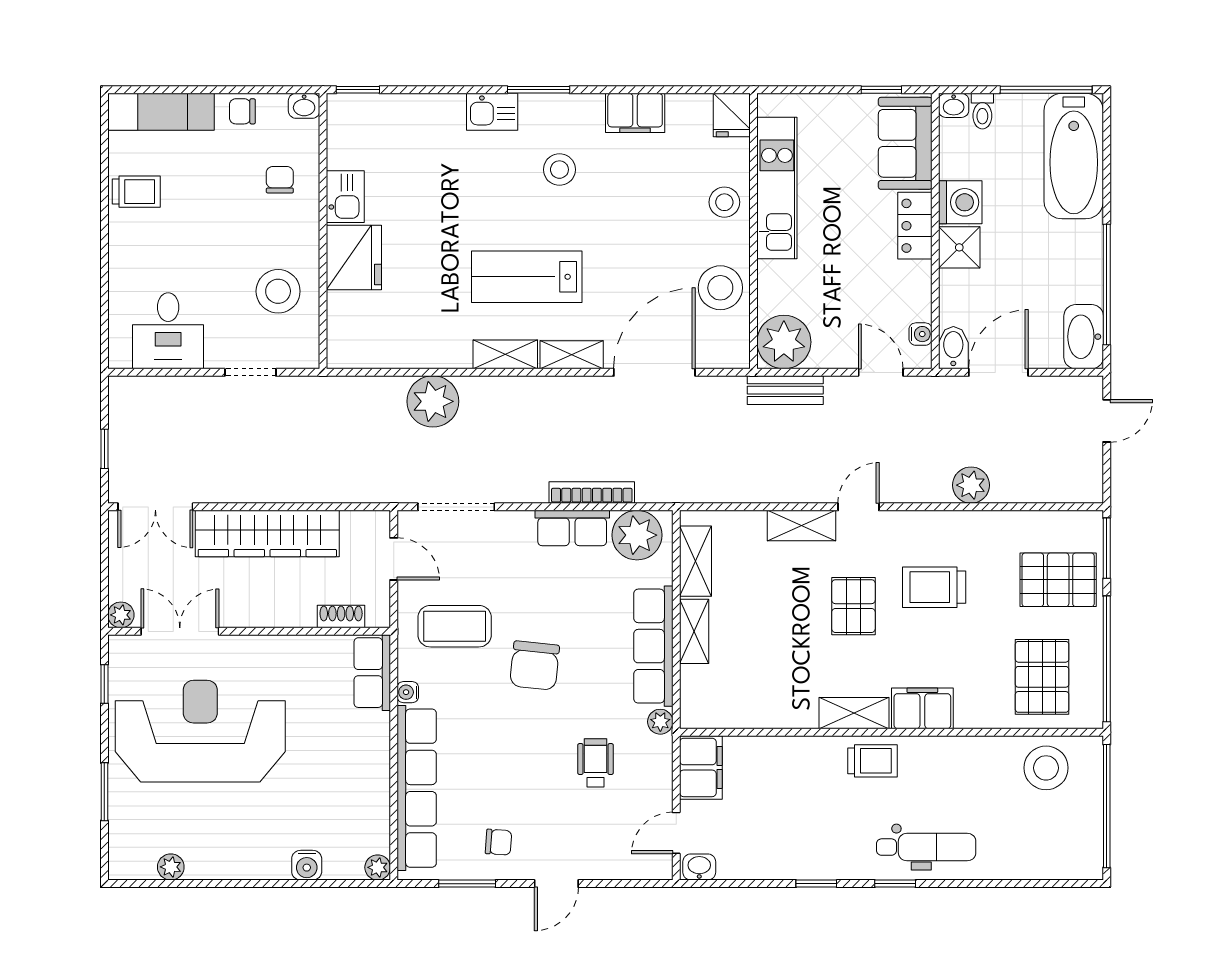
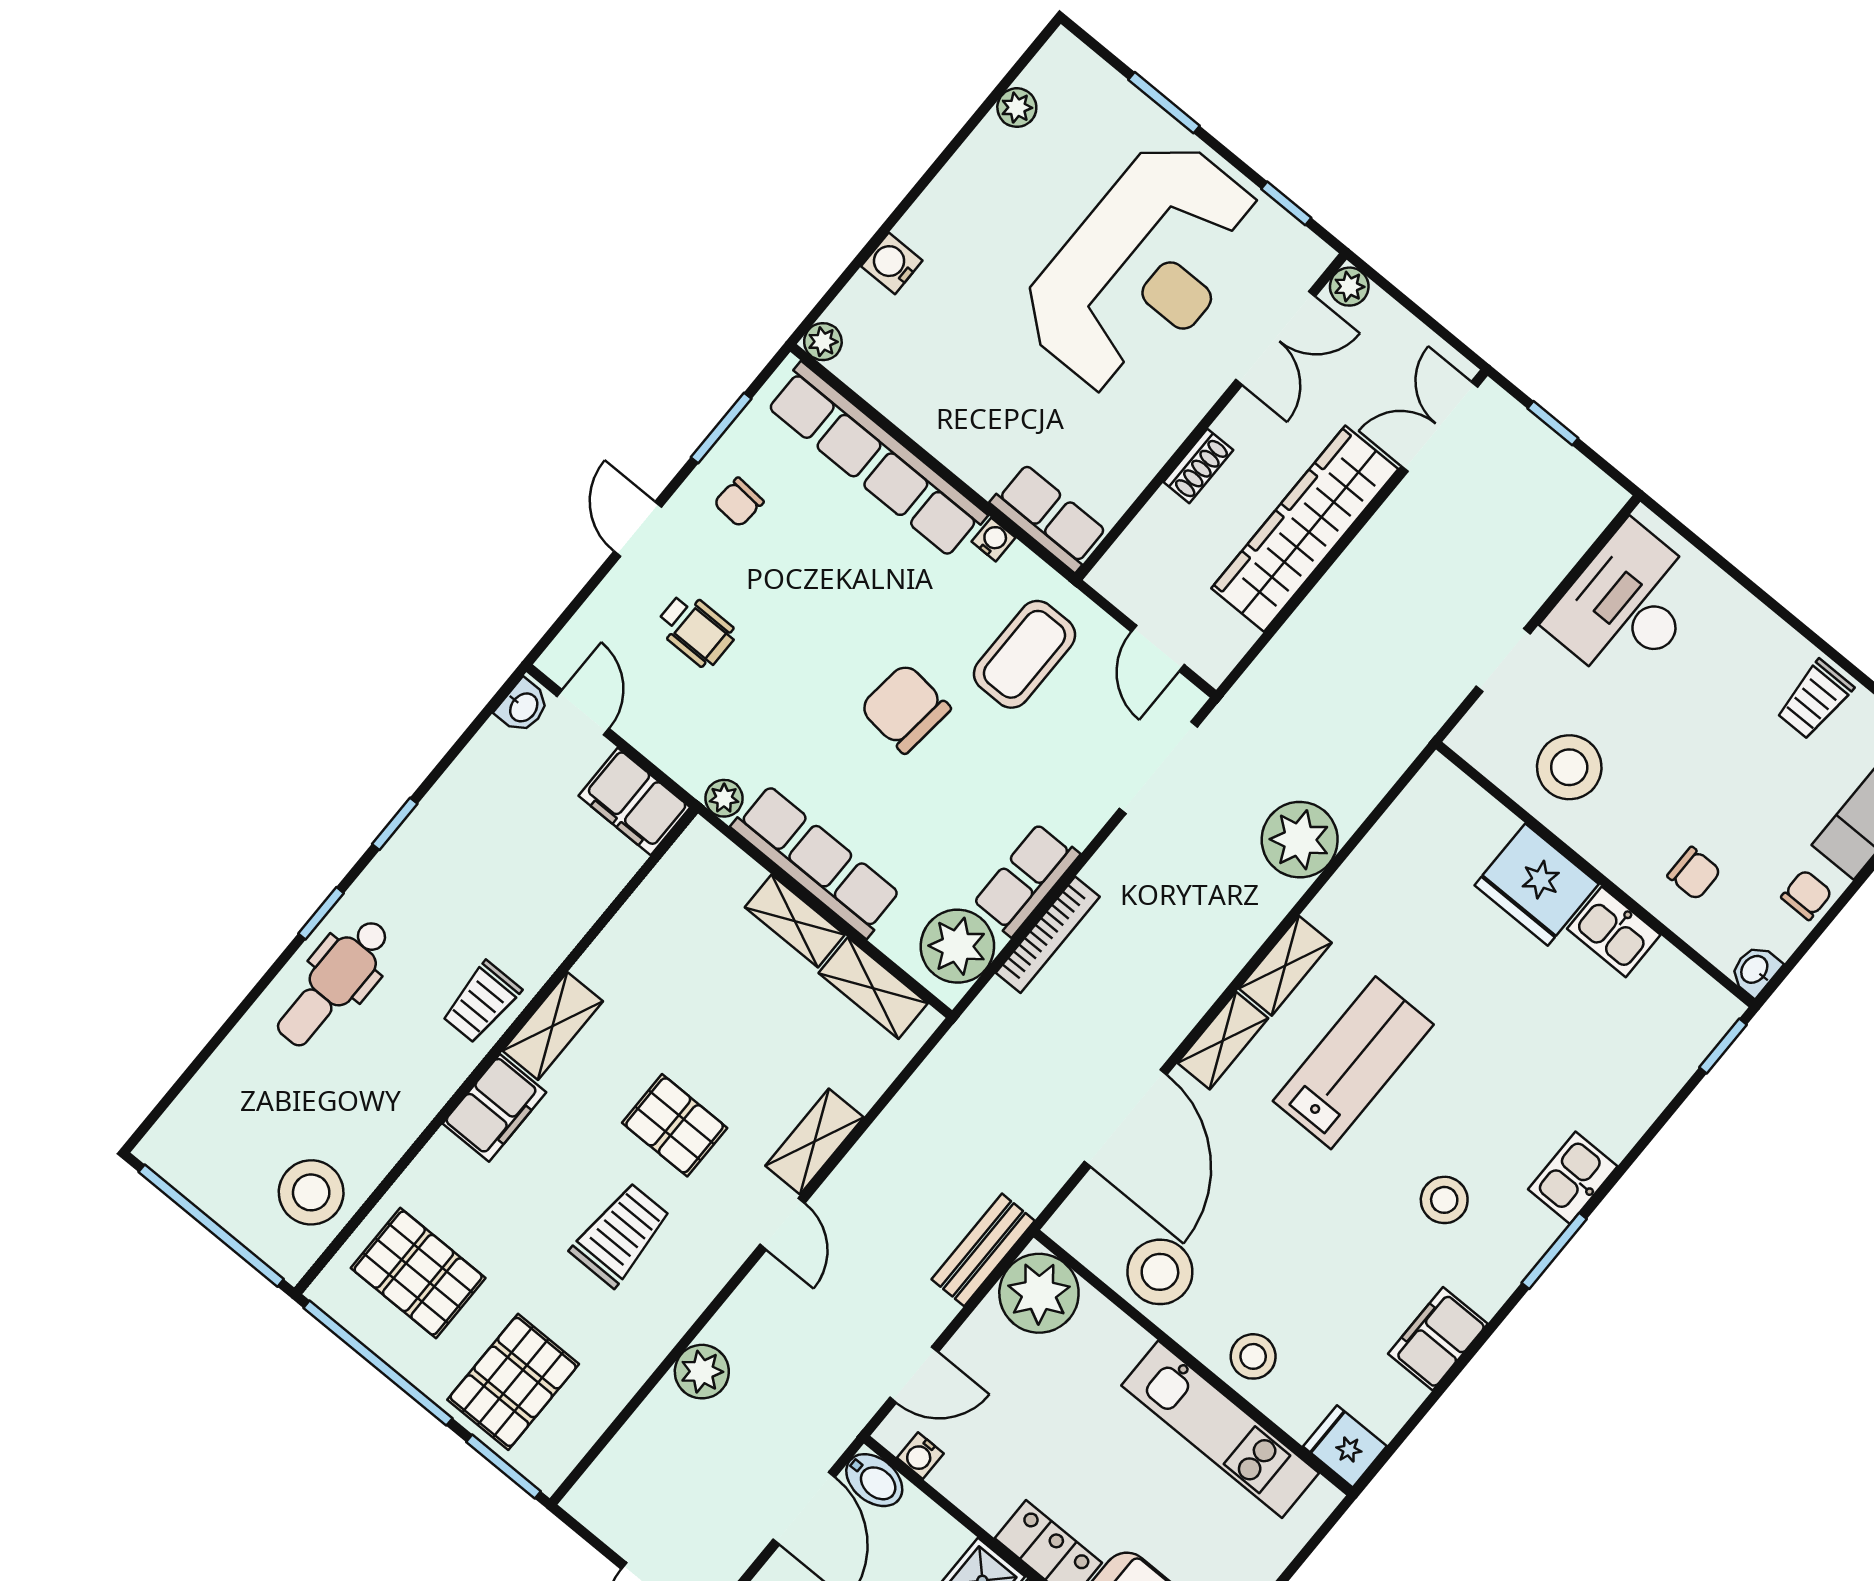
desk: (168, 331) -> (1627, 606), width x1.37
door: (394, 559) -> (1158, 648), hinge flipped
shoe rack: (341, 616) -> (1198, 466), moved
wheelchair: (596, 763) -> (696, 630), moved

